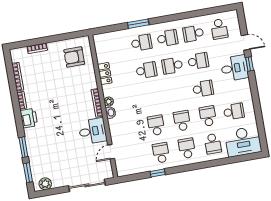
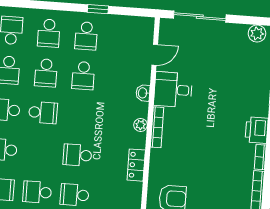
school desk: (172, 66) -> (43, 113), moved
washbasin: (111, 113) -> (143, 93), moved

